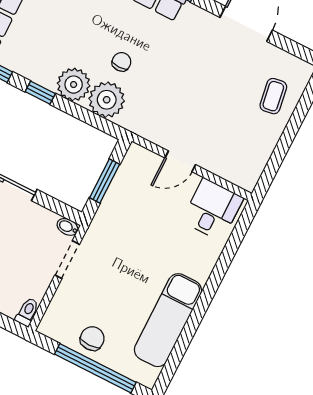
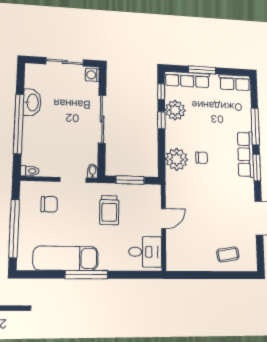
plant: (74, 85) -> (175, 110), moved
door: (180, 161) -> (163, 219), swing flipped
trolley: (132, 231) -> (109, 210), added
window: (203, 303) -> (87, 275), added
chair: (92, 339) -> (49, 204), moved

